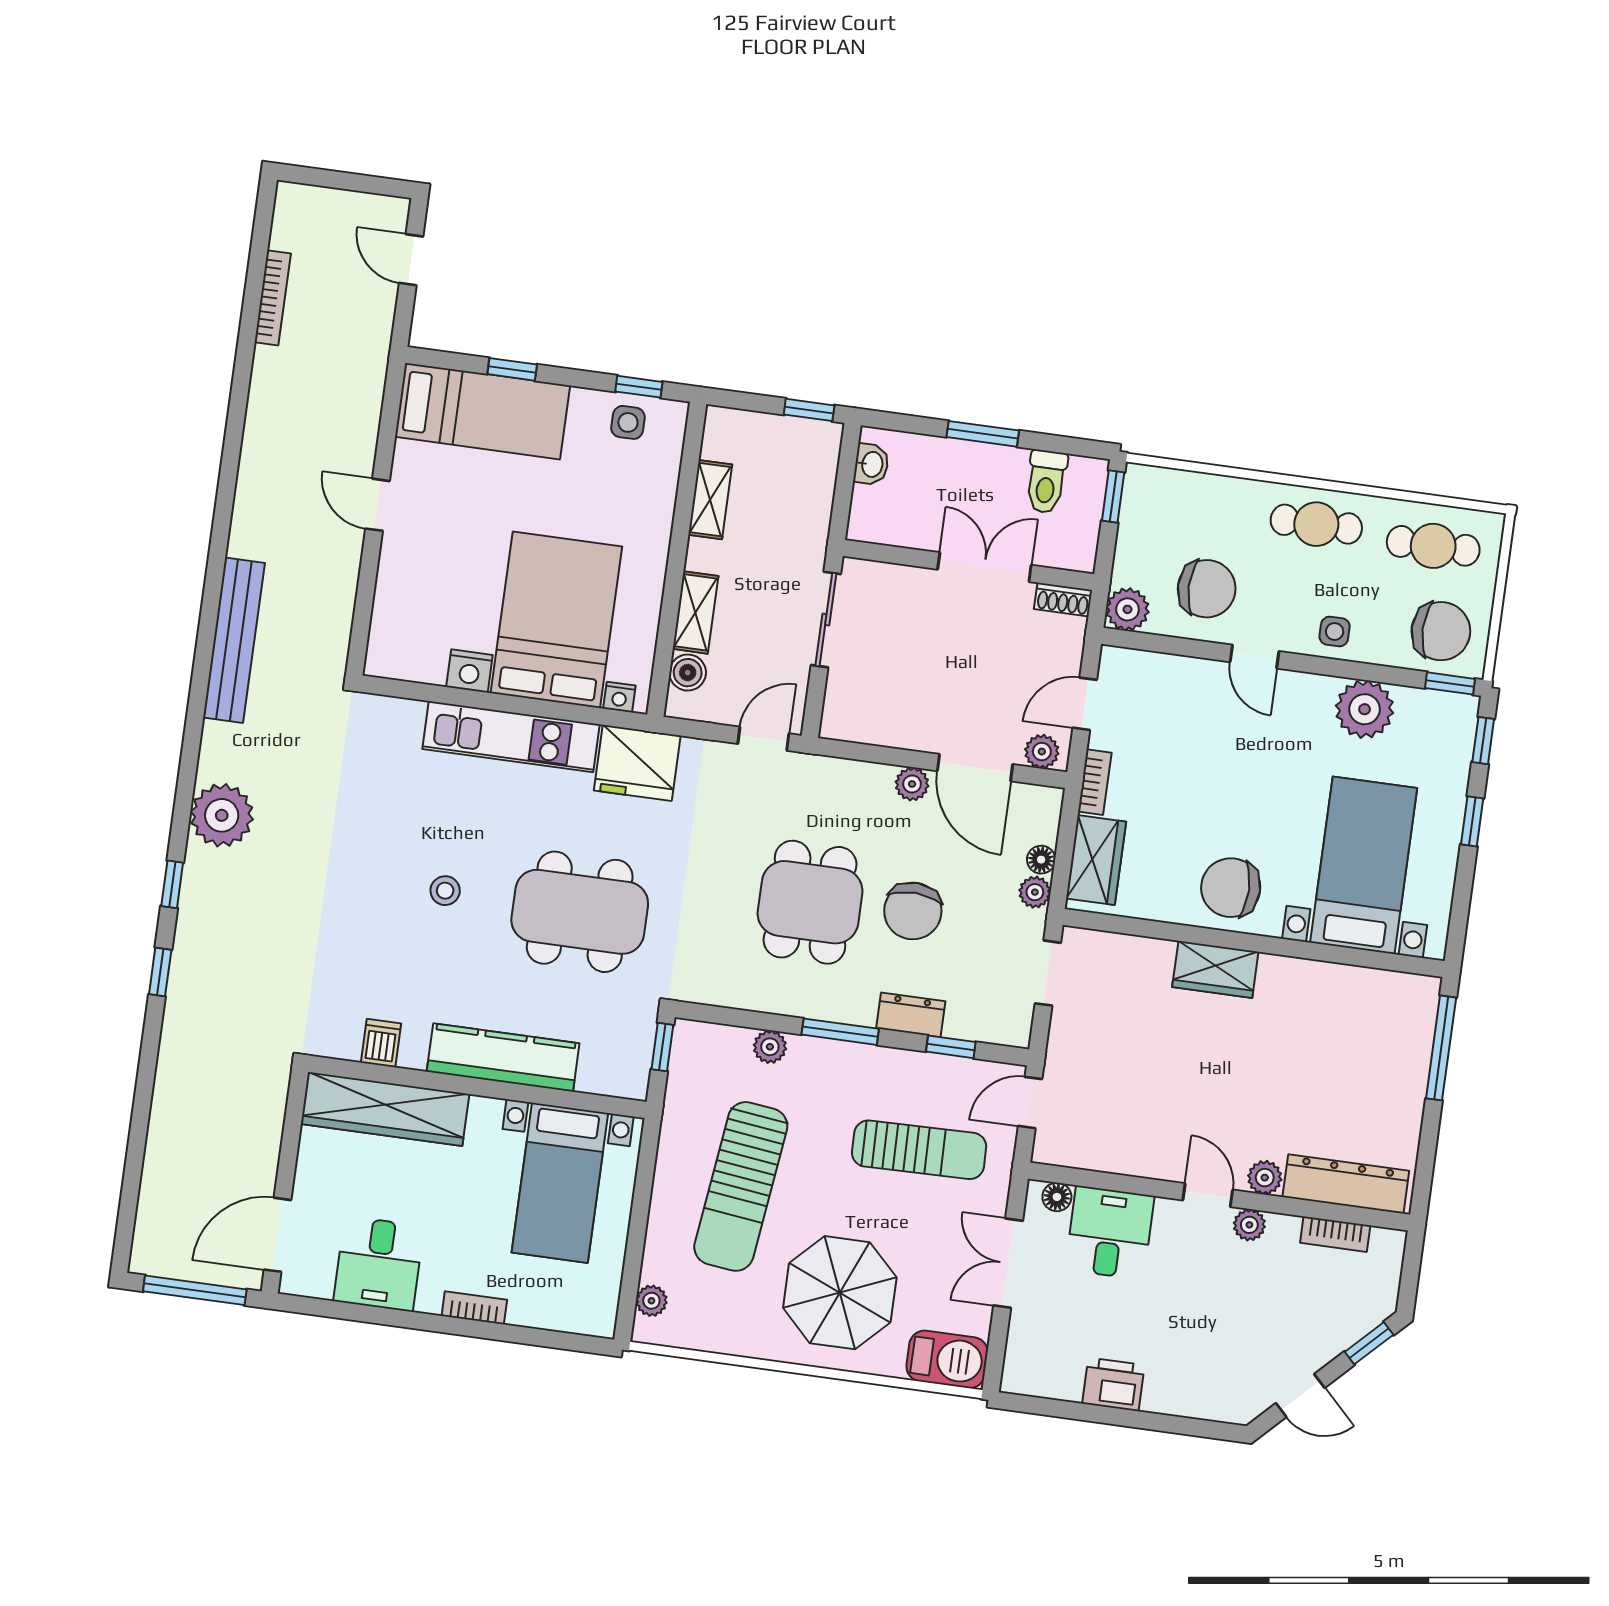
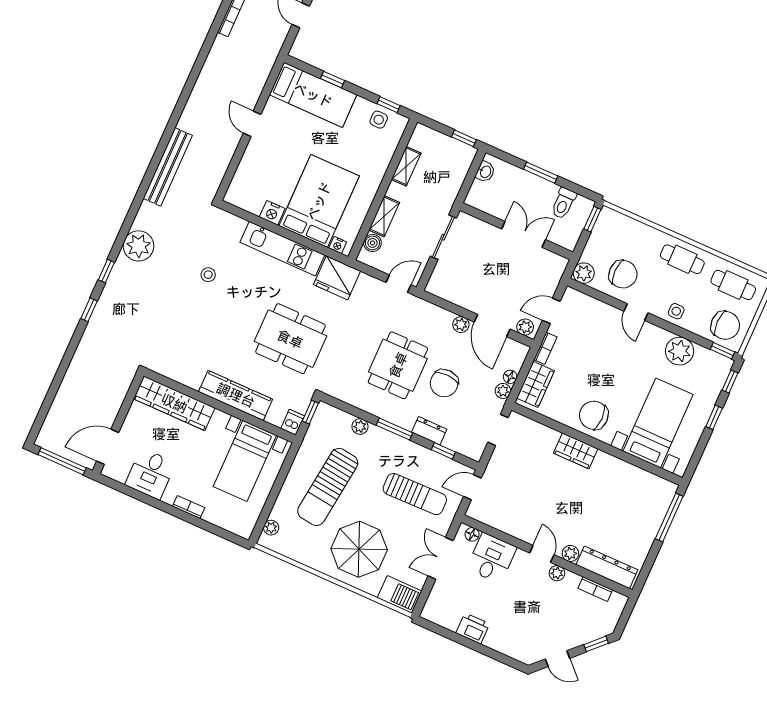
shoe rack: (1063, 600) -> (555, 260), removed
stool: (445, 891) -> (208, 275), moved
dishwasher: (381, 1043) -> (293, 422), moved

